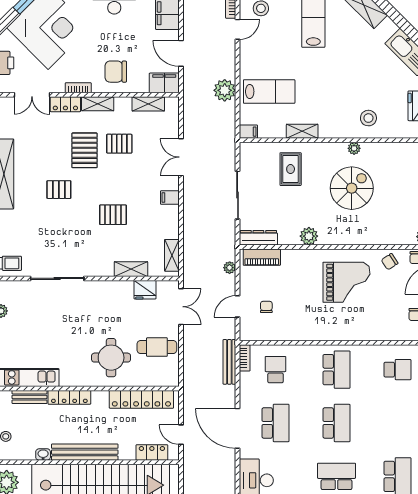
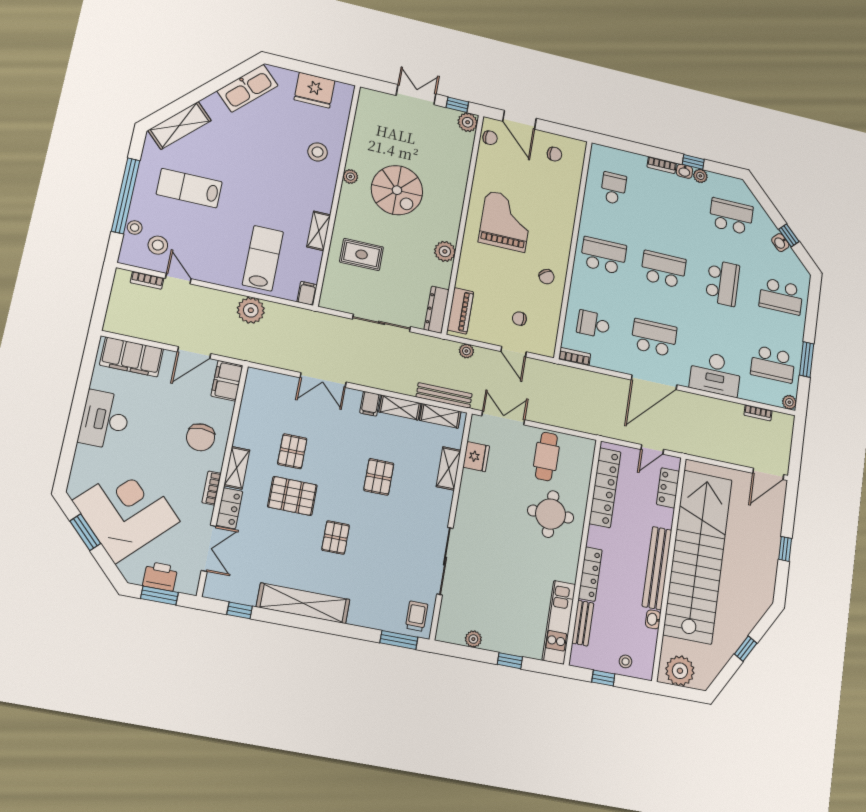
shelving: (148, 104) -> (400, 407), moved, turned 90
spiral stairs: (352, 188) -> (397, 190), turned 180
chair: (390, 262) -> (547, 277), moved
bench: (229, 362) -> (444, 395), moved
school desk: (336, 476) -> (723, 283), turned 180

